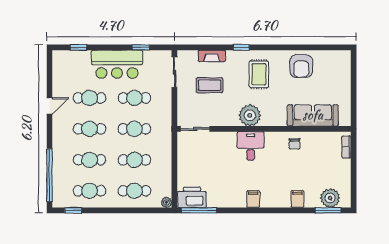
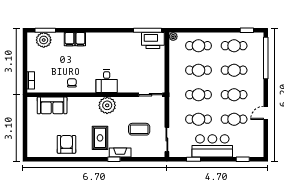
fireplace: (212, 56) -> (120, 152), moved
sofa: (313, 115) -> (52, 105), width x0.73
filing cabinet: (253, 199) -> (80, 39), moved

